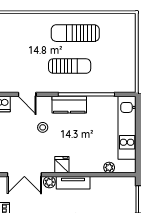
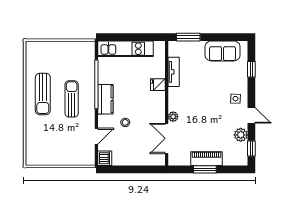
fridge: (62, 165) -> (158, 85), moved
plant: (109, 167) -> (160, 64), removed
double door: (24, 175) -> (167, 138), swing flipped
tv unit: (73, 183) -> (174, 72), moved

